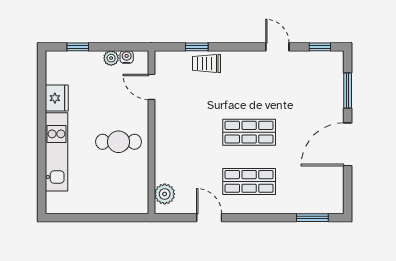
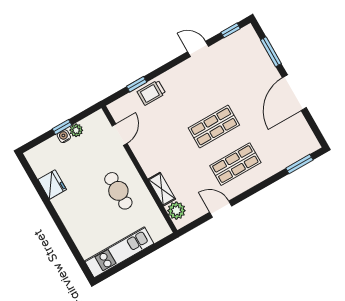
window: (78, 47) -> (62, 127), moved
water cooler: (127, 57) -> (64, 136), moved
door: (151, 87) -> (120, 135), swing flipped
cafe table: (119, 142) -> (118, 191), turned 90
kitchen unit: (56, 152) -> (119, 252), moved, turned -90
shelving: (162, 164) -> (162, 189), added

